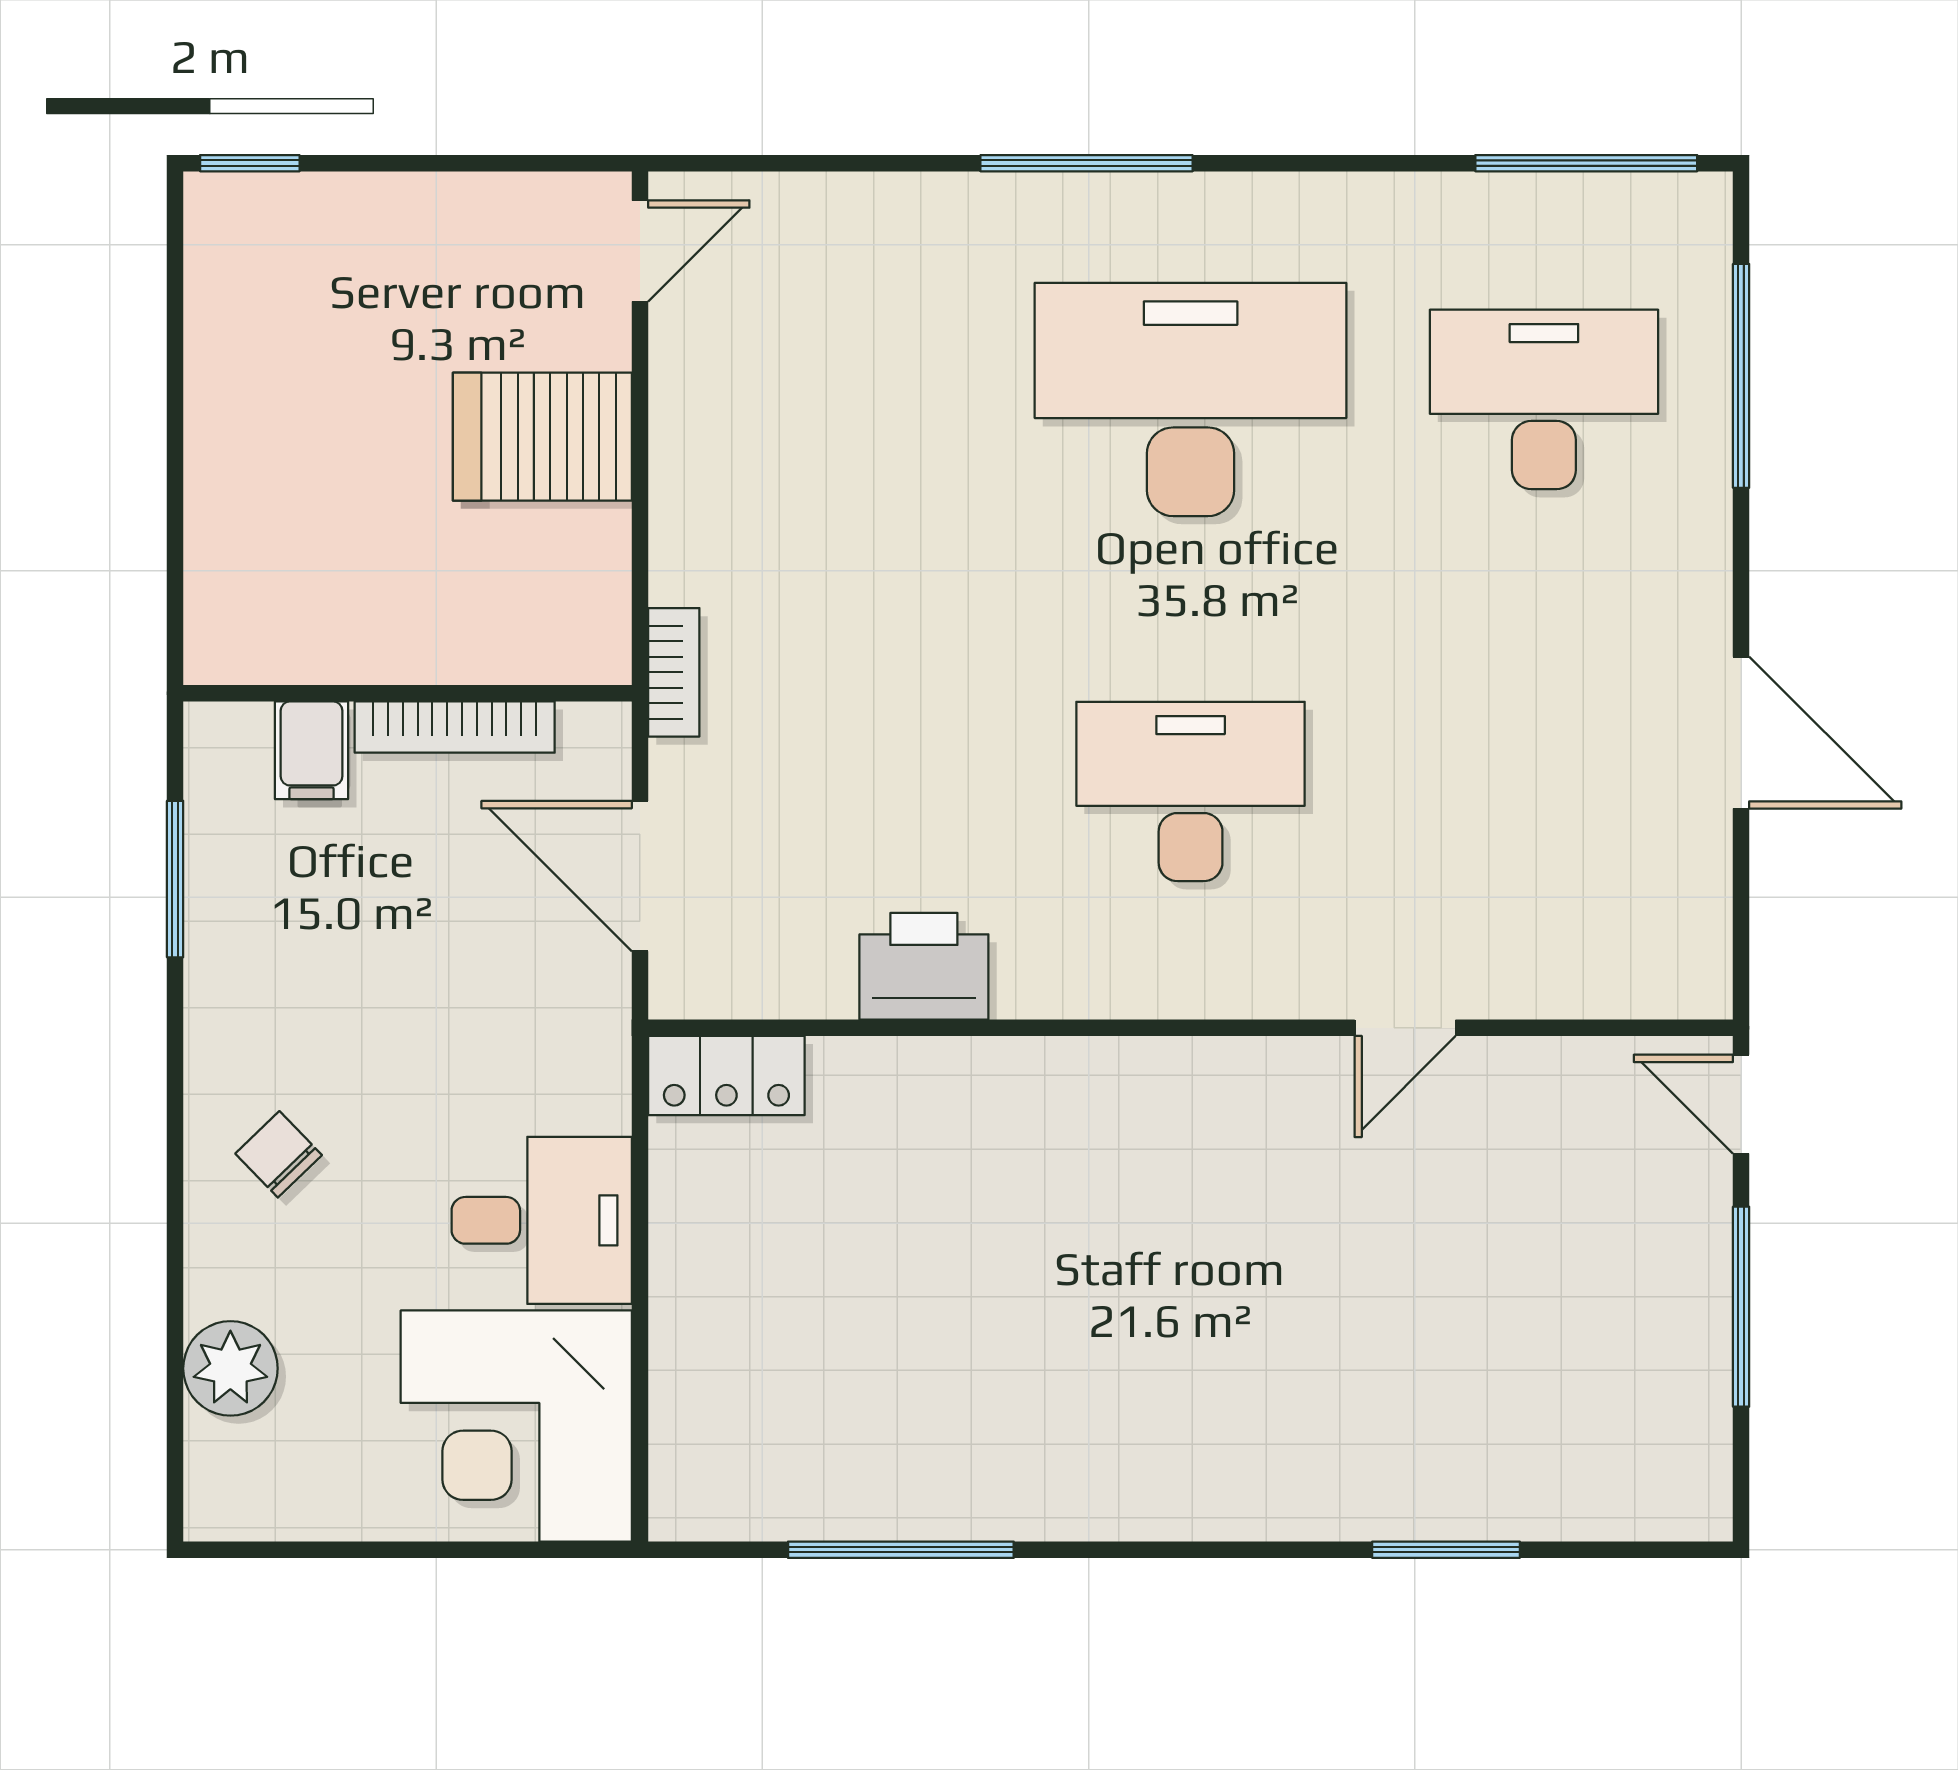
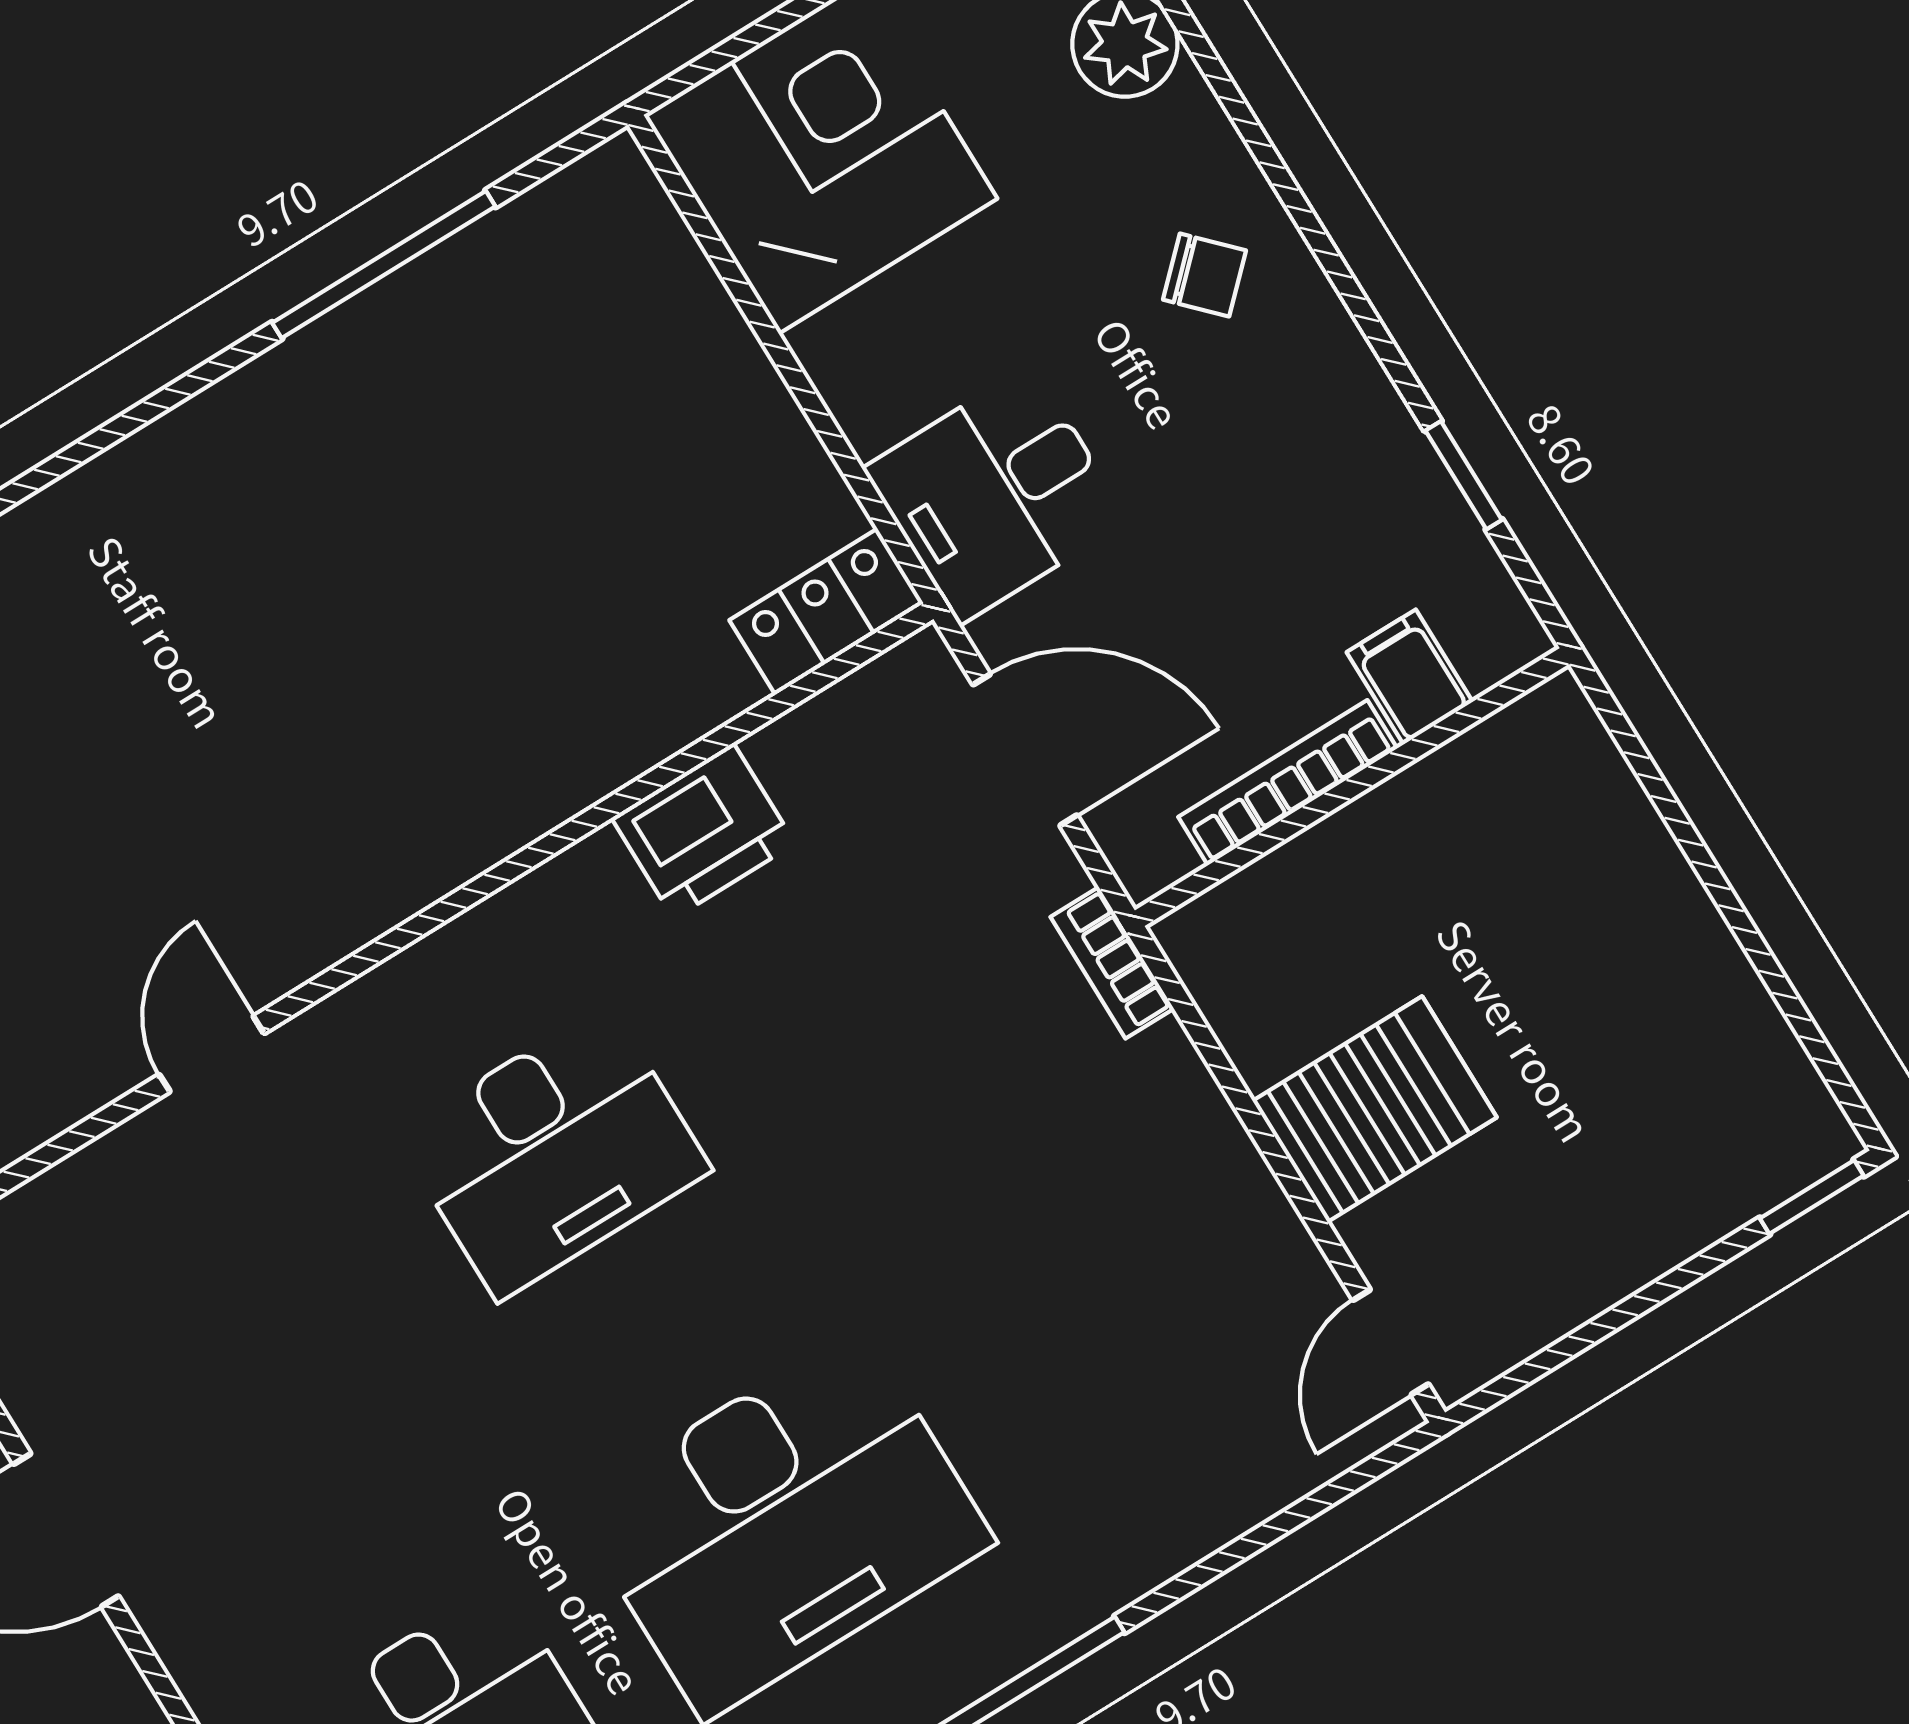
window: (175, 879) -> (1464, 475), width x0.67
desk: (542, 1220) -> (996, 494), moved

